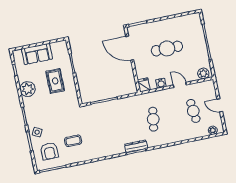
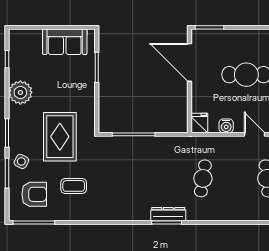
sofa: (37, 54) -> (65, 42), moved
rug: (55, 81) -> (60, 137), moved, width x1.36, depth x1.43
armchair: (49, 151) -> (34, 194), turned -90

